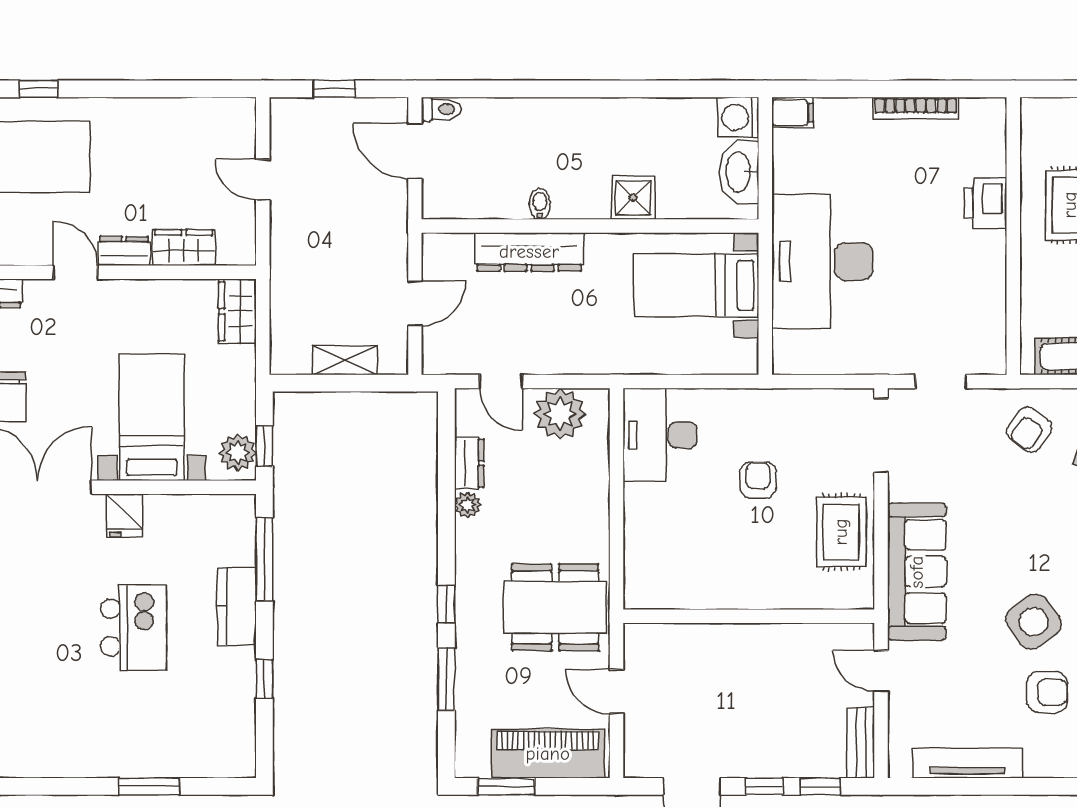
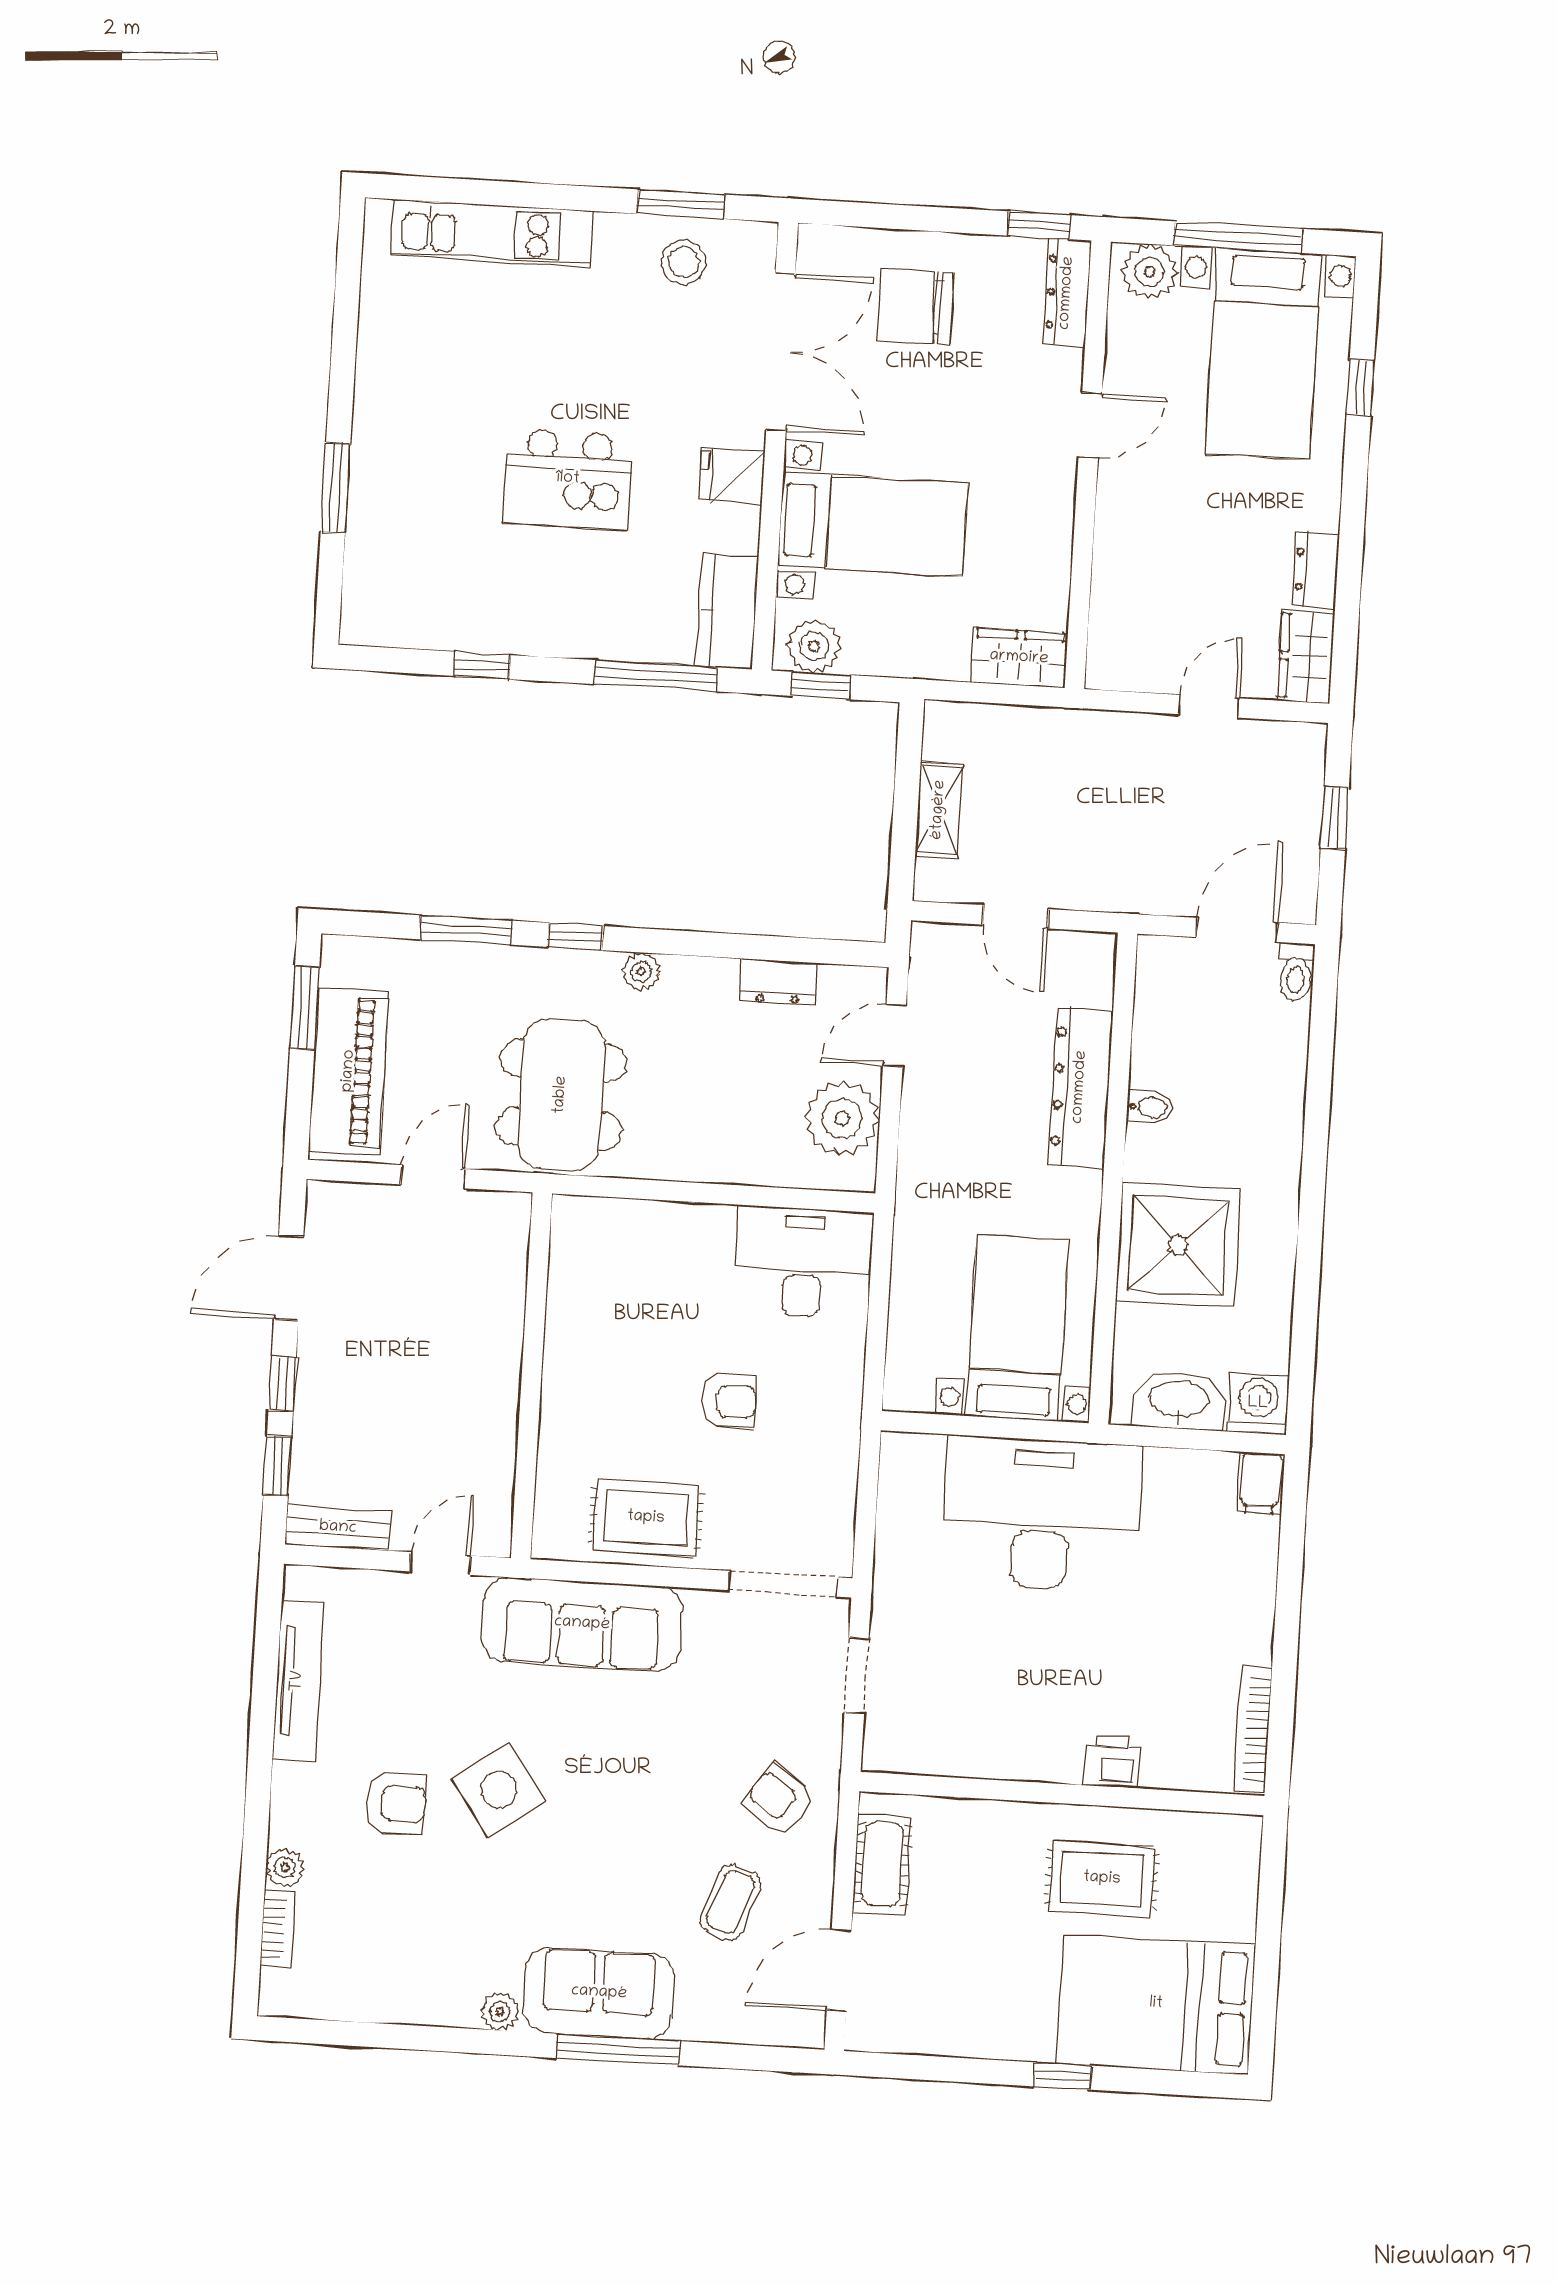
bookcase: (916, 108) -> (1253, 1729), moved
shower: (633, 198) -> (1178, 1245), width x1.86, depth x1.86
printer: (986, 203) -> (1112, 1762), width x0.73, depth x0.81
wardrobe: (184, 248) -> (1306, 657), moved, turned 180
dresser: (124, 251) -> (1316, 570), moved, turned 180
plant: (468, 505) -> (641, 972), moved
kitchen counter: (237, 606) -> (727, 611), moved, turned -90
armchair: (1047, 692) -> (395, 1803), turned -91

